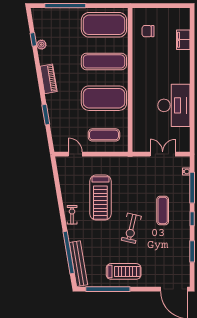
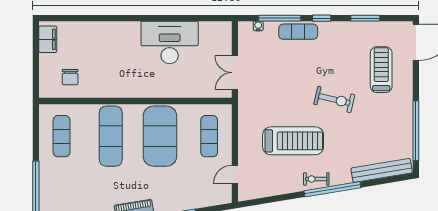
exercise mat: (104, 25) -> (62, 136), width x0.50, depth x0.69
filing cabinet: (183, 40) -> (48, 39), moved, turned -90
double door: (163, 154) -> (235, 73), moved
exercise mat: (163, 210) -> (298, 32), moved
window: (69, 252) -> (332, 189), moved
treadmill: (124, 271) -> (381, 70), moved

